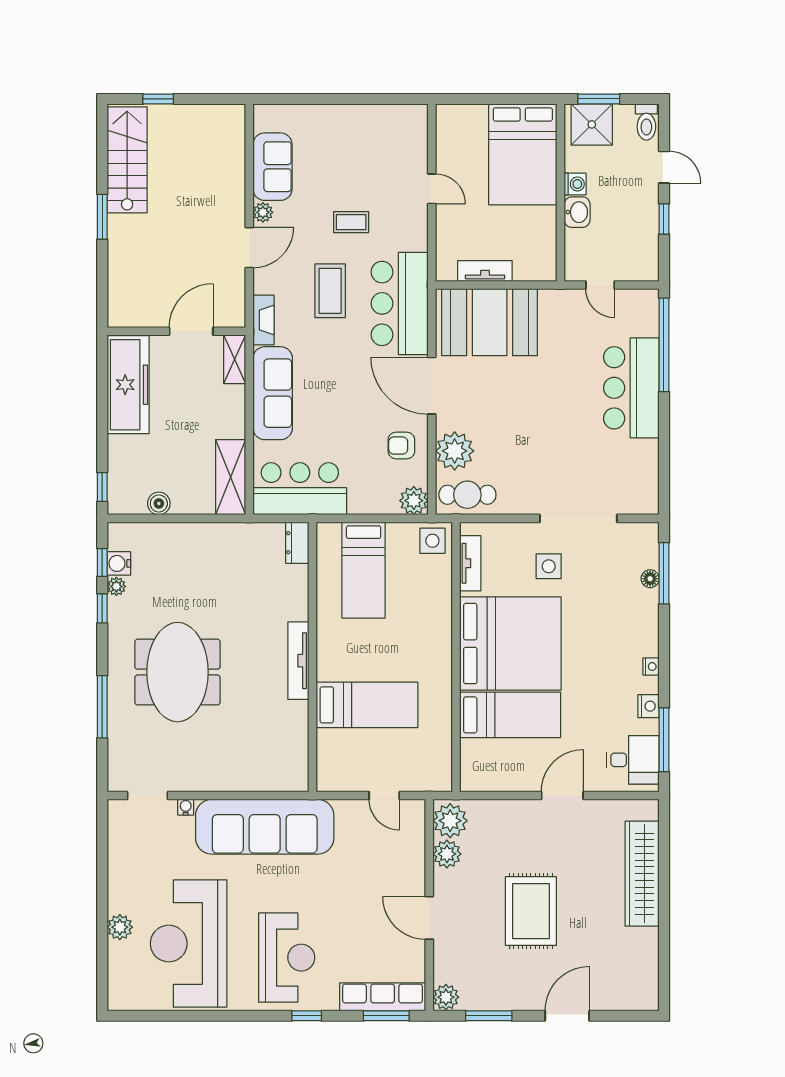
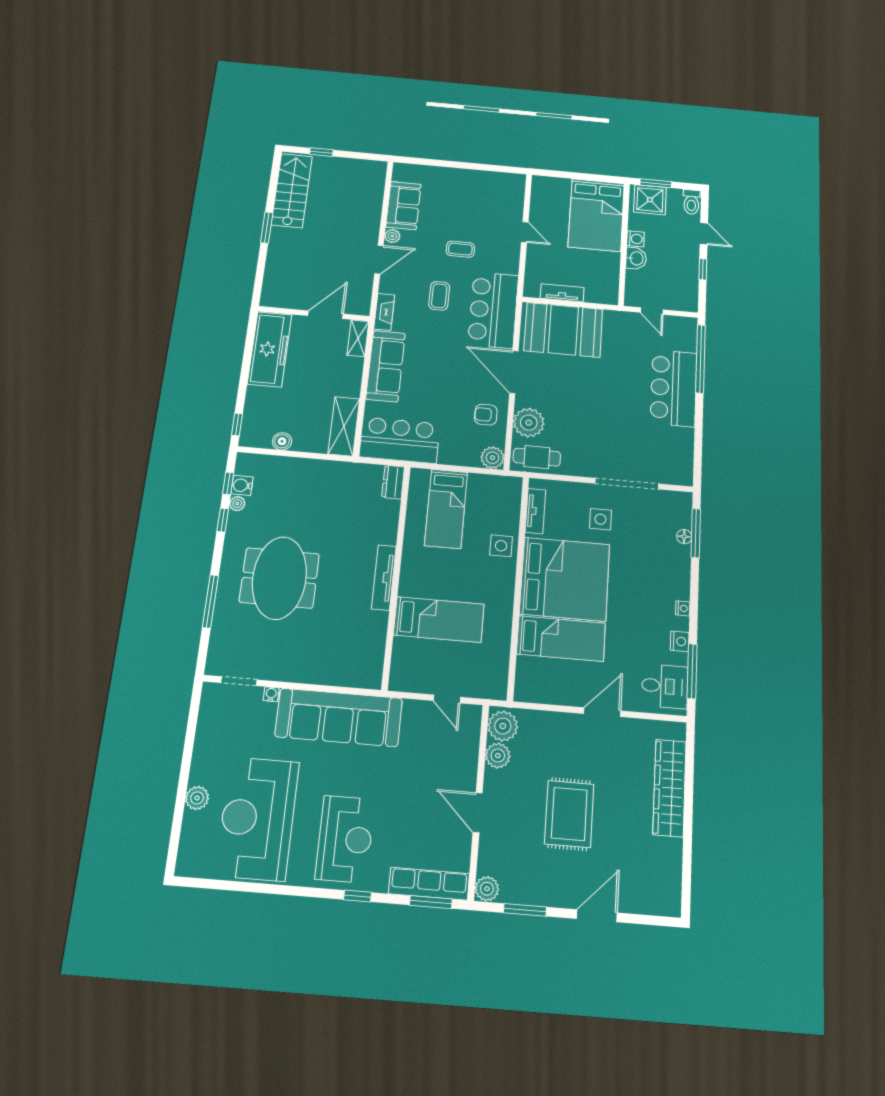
coffee table: (330, 291) -> (439, 296), width x0.73, depth x0.77
side table: (432, 541) -> (501, 546), moved

